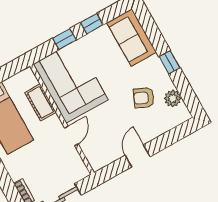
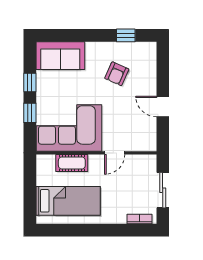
window: (169, 62) -> (126, 35), moved
plant: (173, 98) -> (131, 50), removed
door: (71, 136) -> (115, 153), swing flipped

